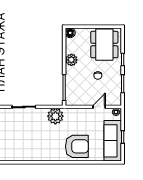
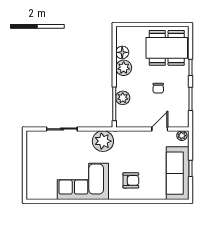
floor lamp: (70, 33) -> (122, 52), moved
dining table: (104, 45) -> (167, 48), turned 90
plant: (71, 83) -> (123, 98), added
armchair: (77, 146) -> (131, 180), width x0.53, depth x0.53
corner sofa: (40, 147) -> (83, 181), added

